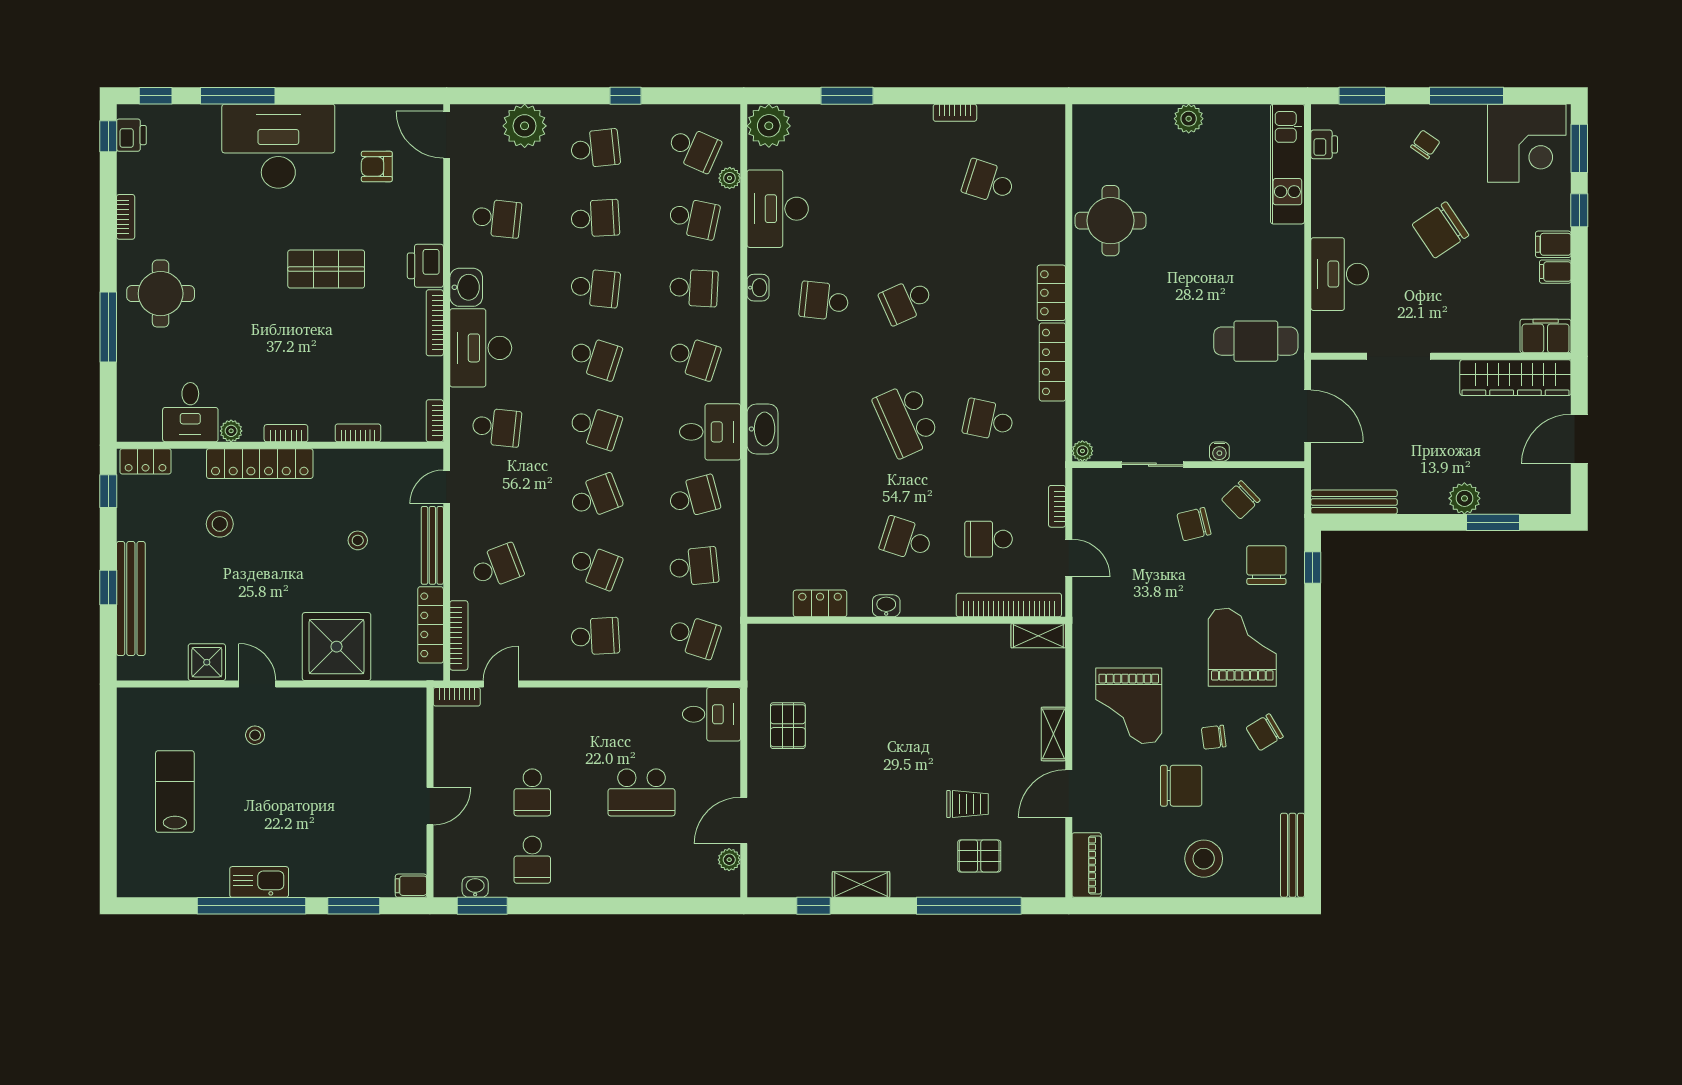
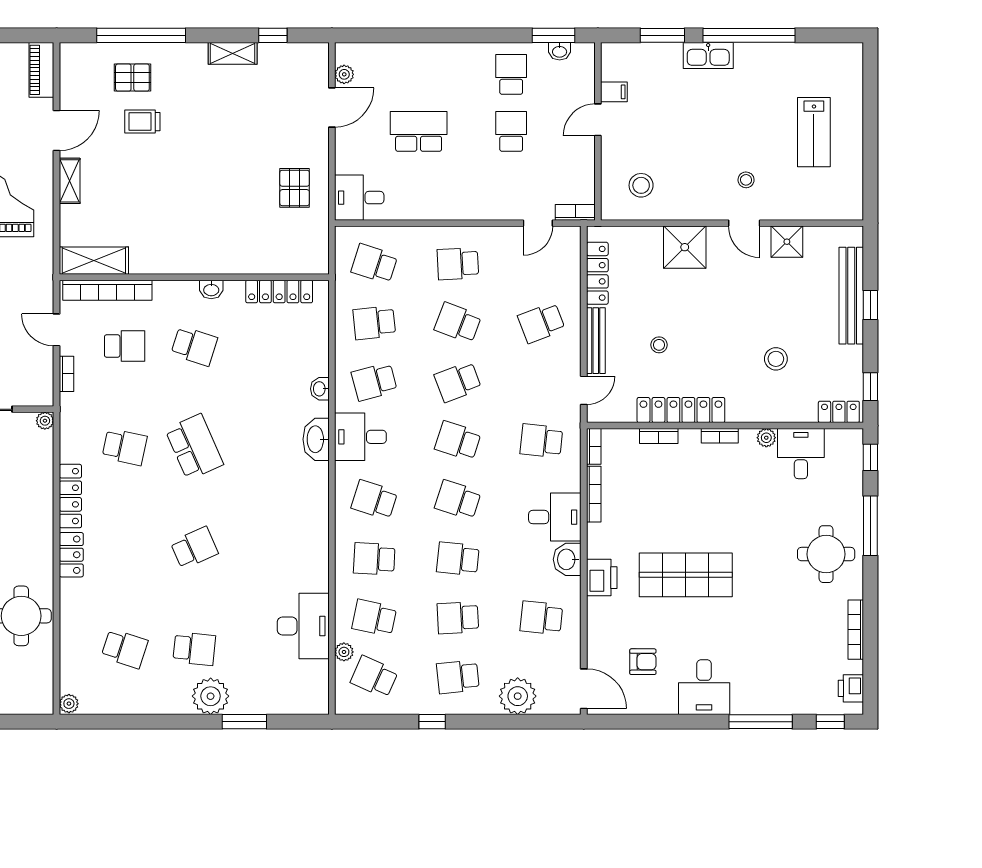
bookcase: (955, 113) -> (153, 707), removed
plant: (1054, 117) -> (69, 704), added
plant: (769, 126) -> (211, 696), moved
window: (108, 136) -> (870, 457), moved
desk: (278, 146) -> (704, 687), width x0.53, depth x0.77
bookcase: (126, 217) -> (856, 630), width x1.56
shop shelf: (326, 269) -> (686, 575), width x1.43, depth x1.36
washbasin: (758, 288) -> (320, 389), moved
school desk: (824, 301) -> (194, 649), moved
bookcase: (435, 323) -> (594, 494), moved
desk: (481, 348) -> (555, 517), width x0.73
locker: (260, 464) -> (681, 410), moved
locker: (820, 603) -> (279, 292), width x1.53
bookcase: (459, 635) -> (573, 264), removed
shelving: (1038, 636) -> (94, 261), width x1.50, depth x1.33
shower: (337, 647) -> (685, 247), width x0.73, depth x0.73
stool: (379, 729) -> (641, 185), added
kitchen sink: (259, 882) -> (708, 56), moved
filing cabinet: (411, 886) -> (614, 92), moved

